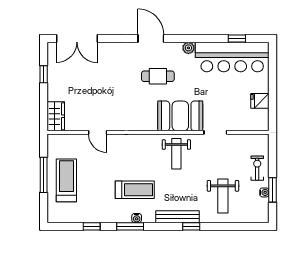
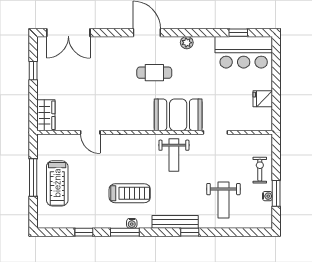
bar counter: (232, 57) -> (244, 52), width x0.73
treadmill: (66, 180) -> (57, 183), turned 180

